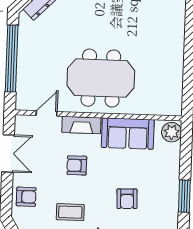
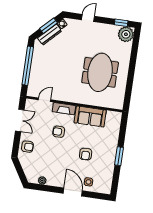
meeting table: (101, 78) -> (100, 72), moved, turned 90
plant: (172, 132) -> (116, 118), removed
coffee table: (70, 212) -> (52, 158), removed

